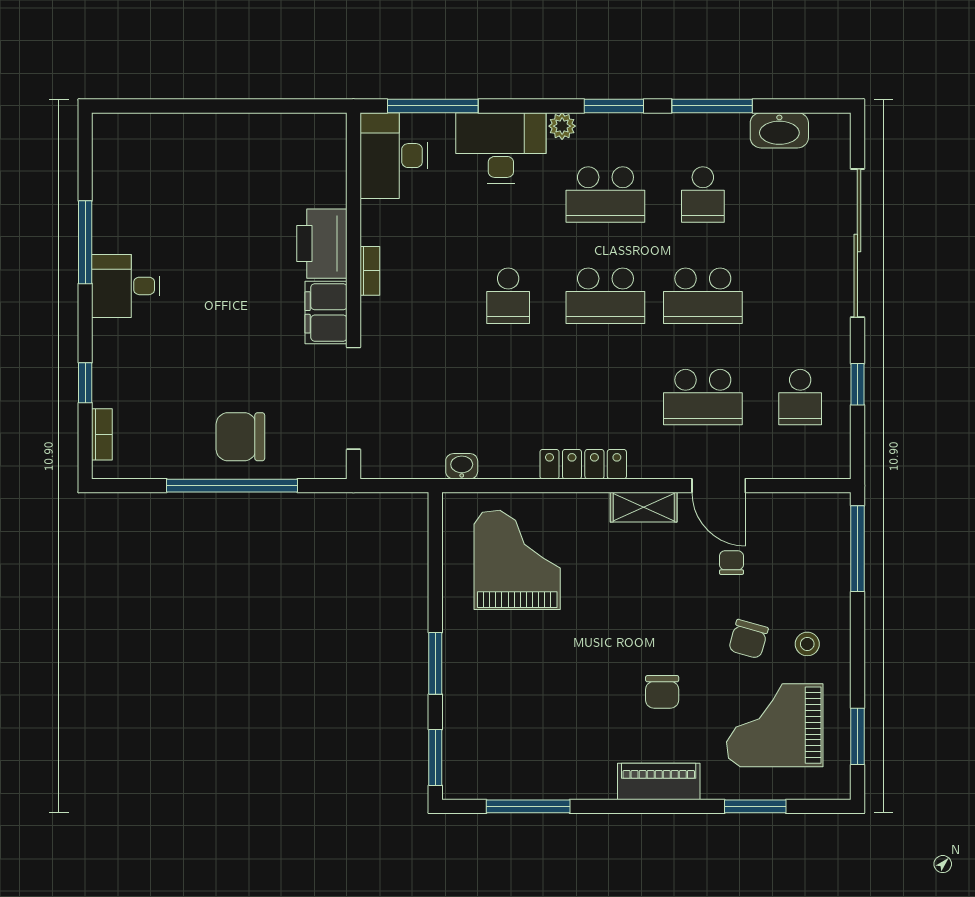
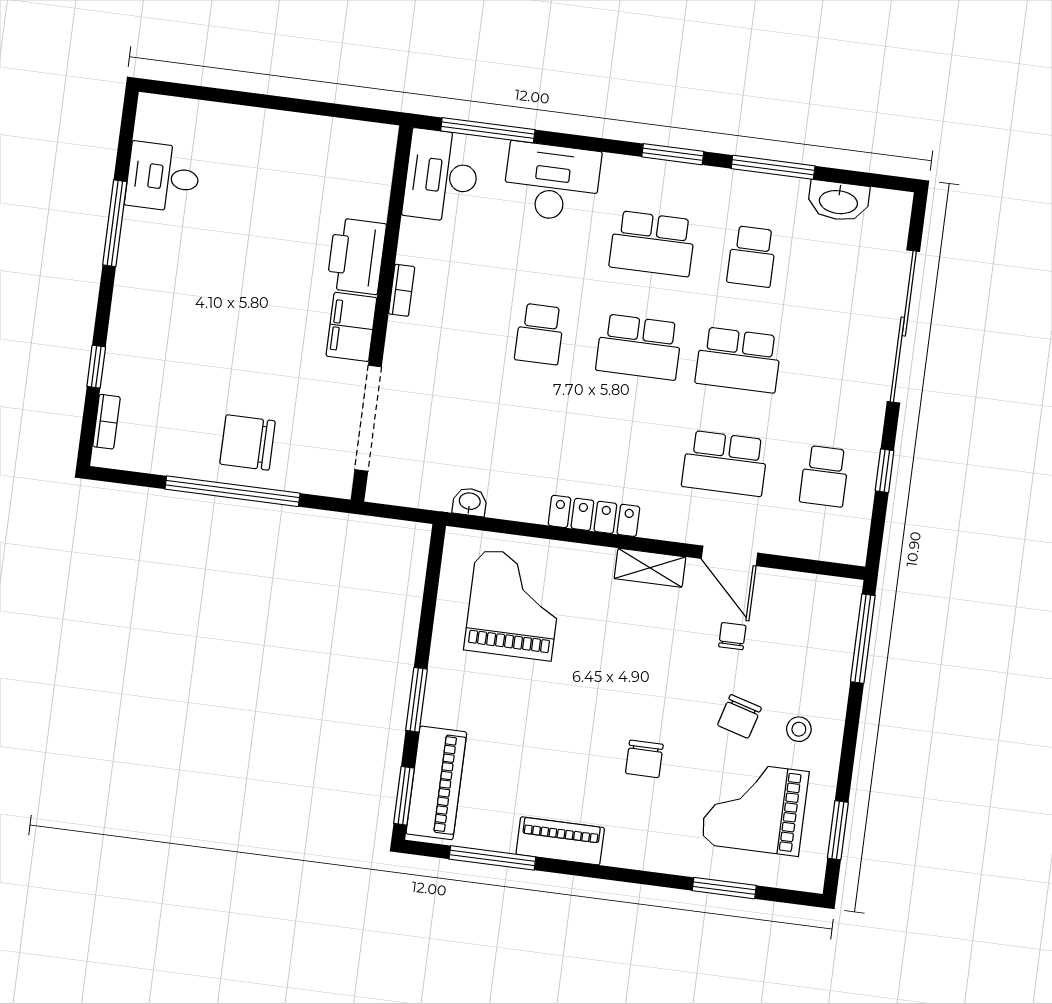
plant: (562, 126) -> (617, 168), removed
desk: (126, 286) -> (163, 177), moved
piano: (465, 741) -> (436, 783), added
piano: (659, 781) -> (560, 841), moved

